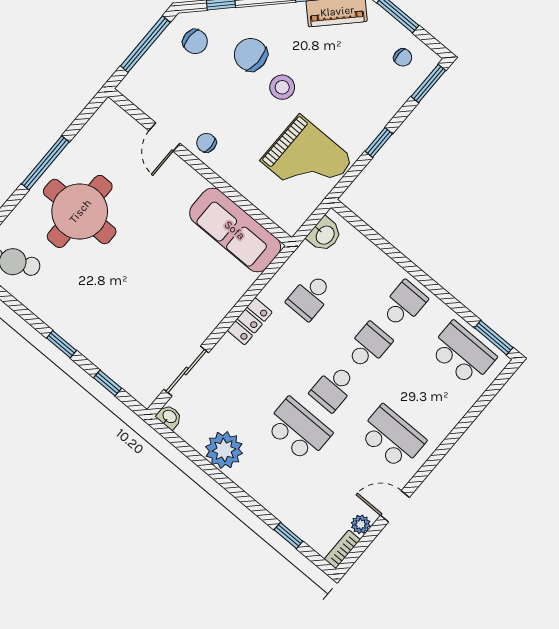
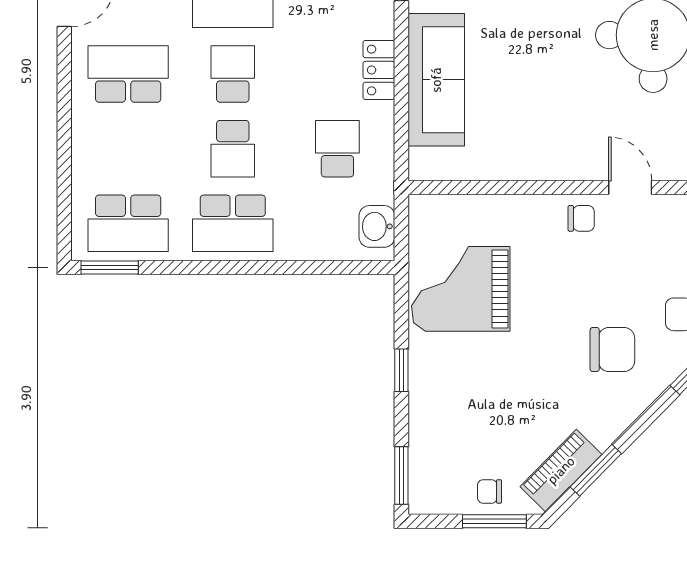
chair: (403, 57) -> (489, 491), moved
stool: (282, 87) -> (551, 343), removed
sofa: (235, 230) -> (436, 80), moved, turned 90
school desk: (404, 304) -> (233, 223), width x1.85
school desk: (392, 437) -> (128, 74), turned 180

